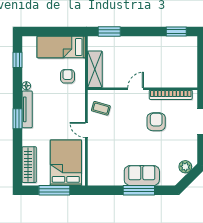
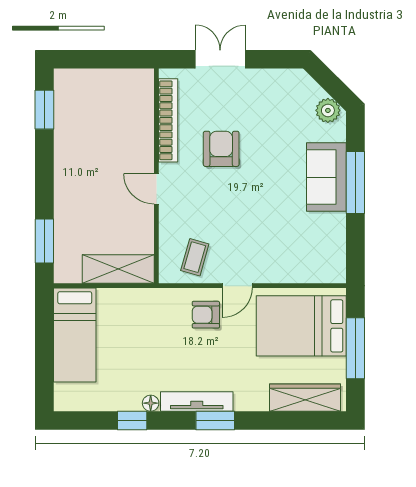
window: (18, 60) -> (132, 420), moved
armchair: (67, 76) -> (206, 315), moved
armchair: (156, 122) -> (221, 149), turned 90
plant: (185, 167) -> (328, 110), moved

